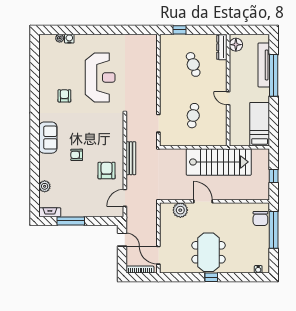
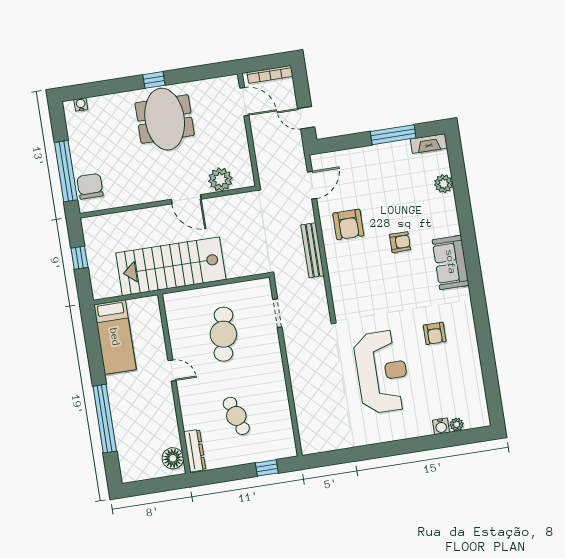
tv unit: (264, 65) -> (123, 433), removed
reception desk: (100, 77) -> (382, 372), turned 180
cafe table: (193, 116) -> (223, 334), width x1.37, depth x1.35

